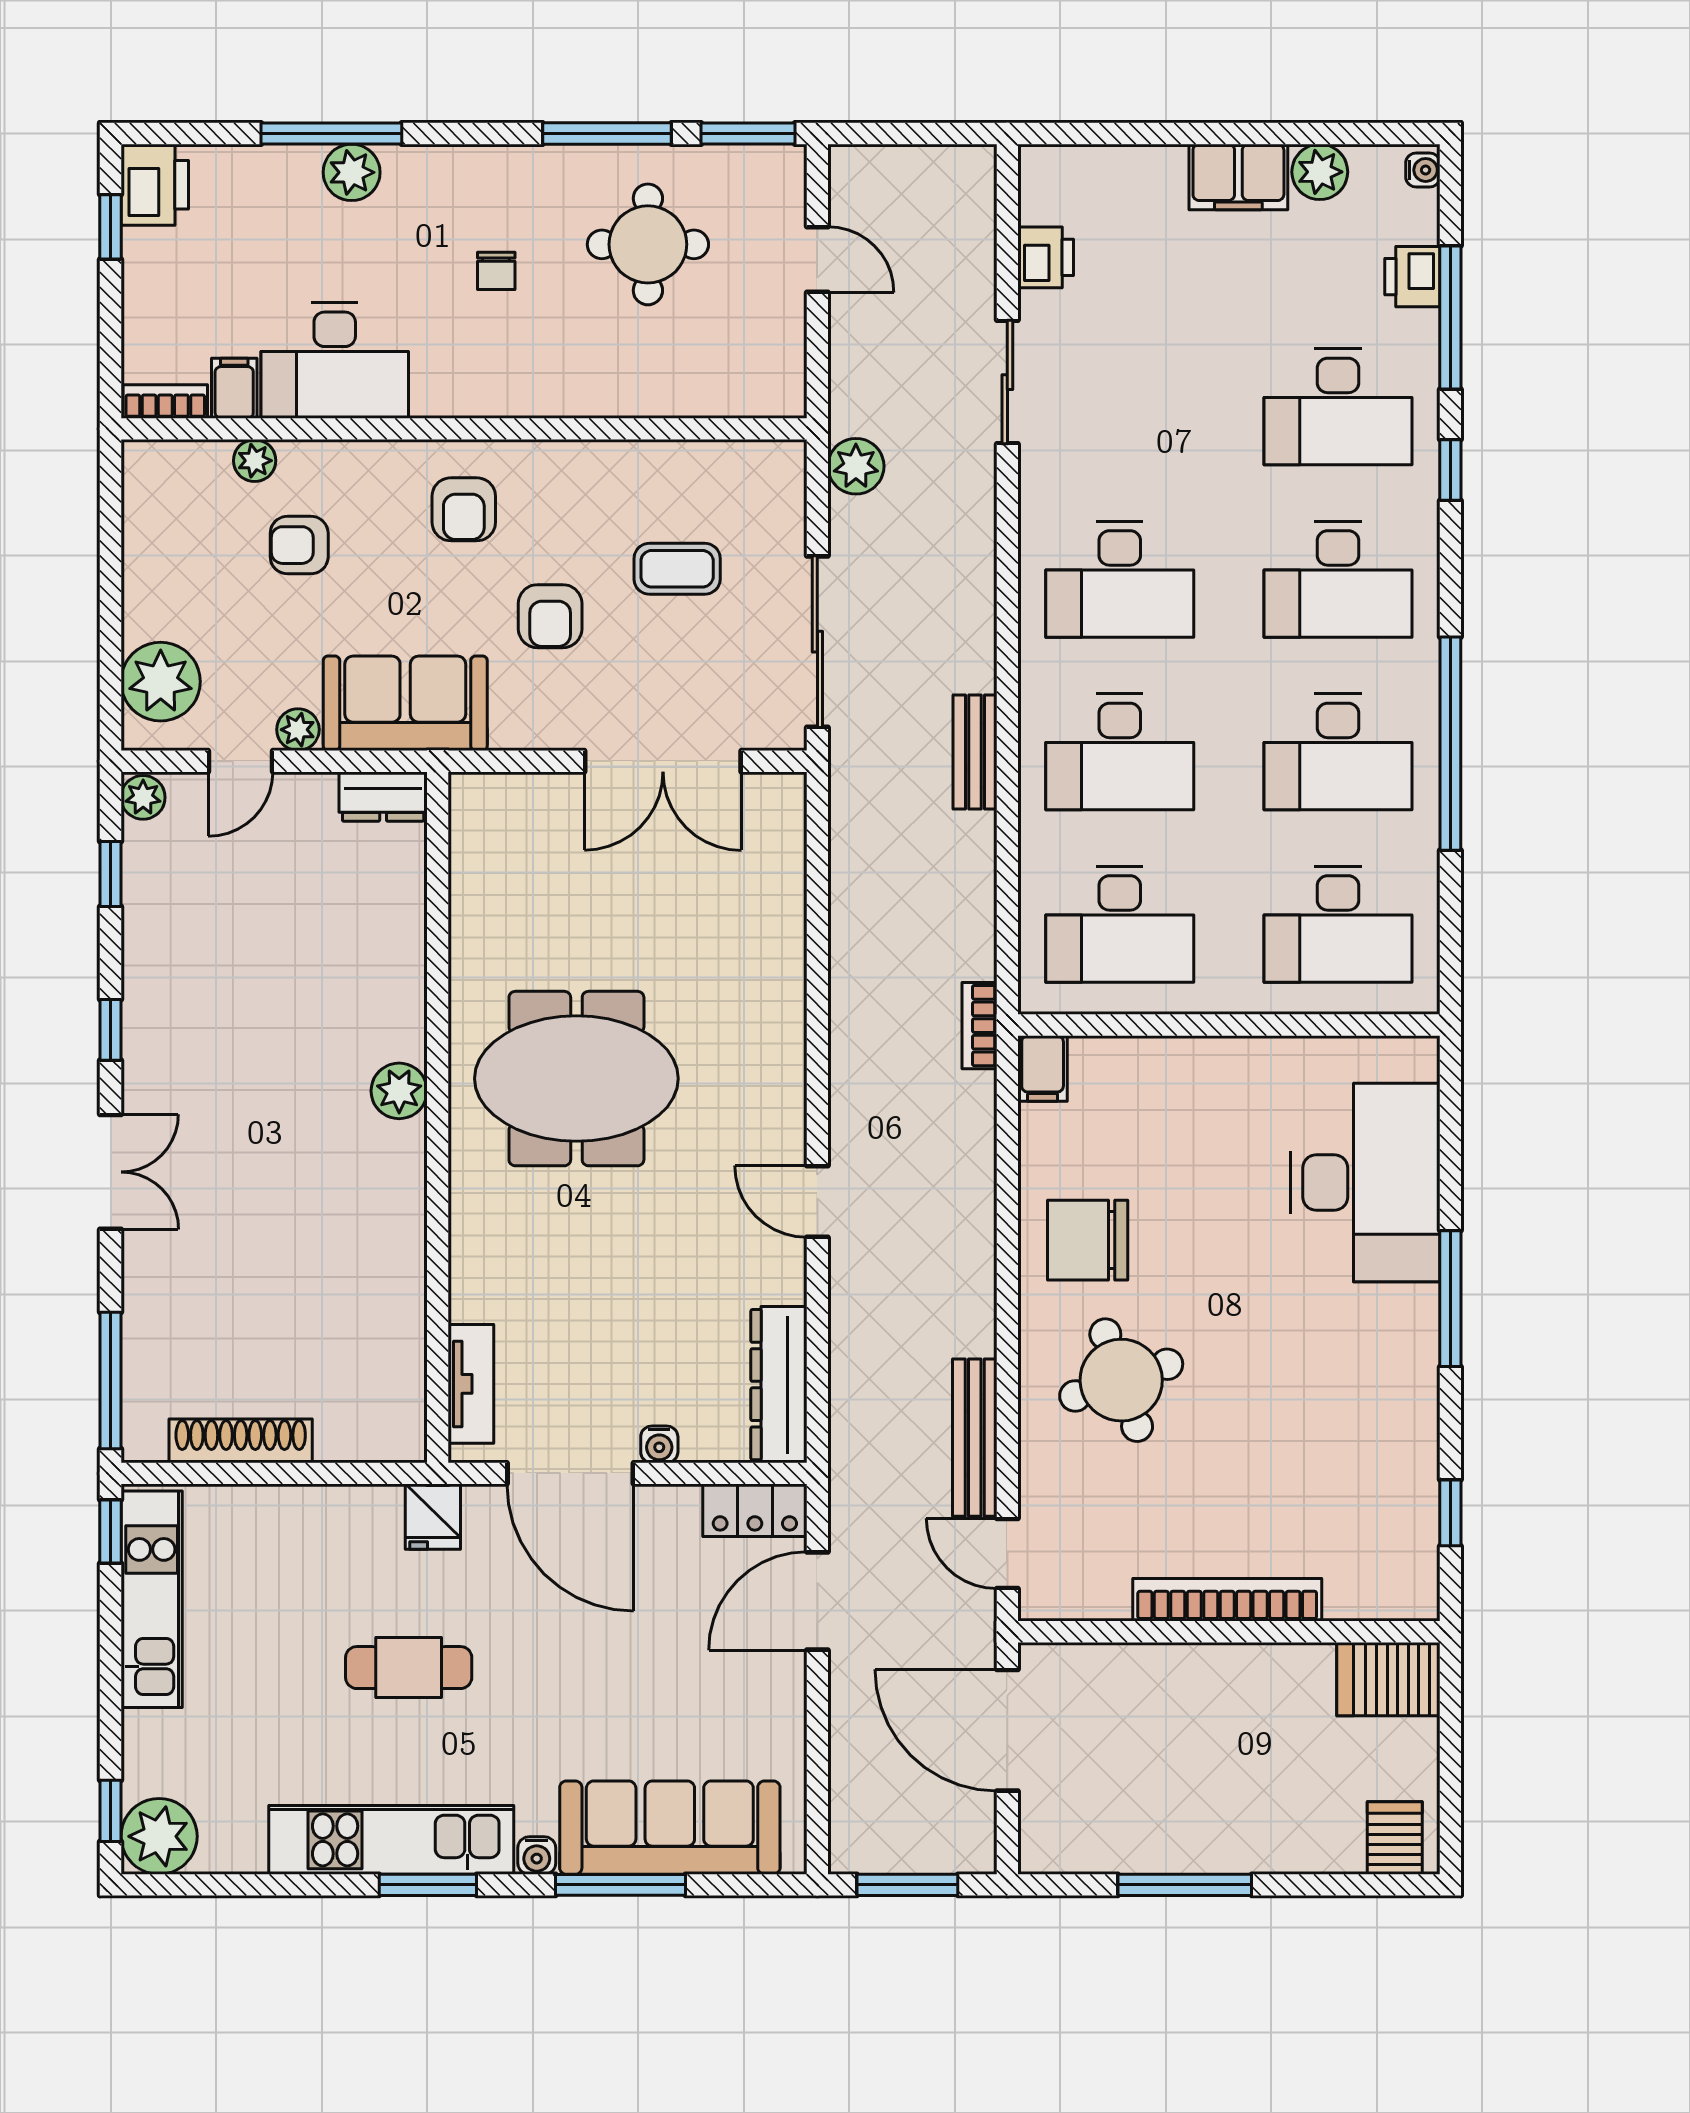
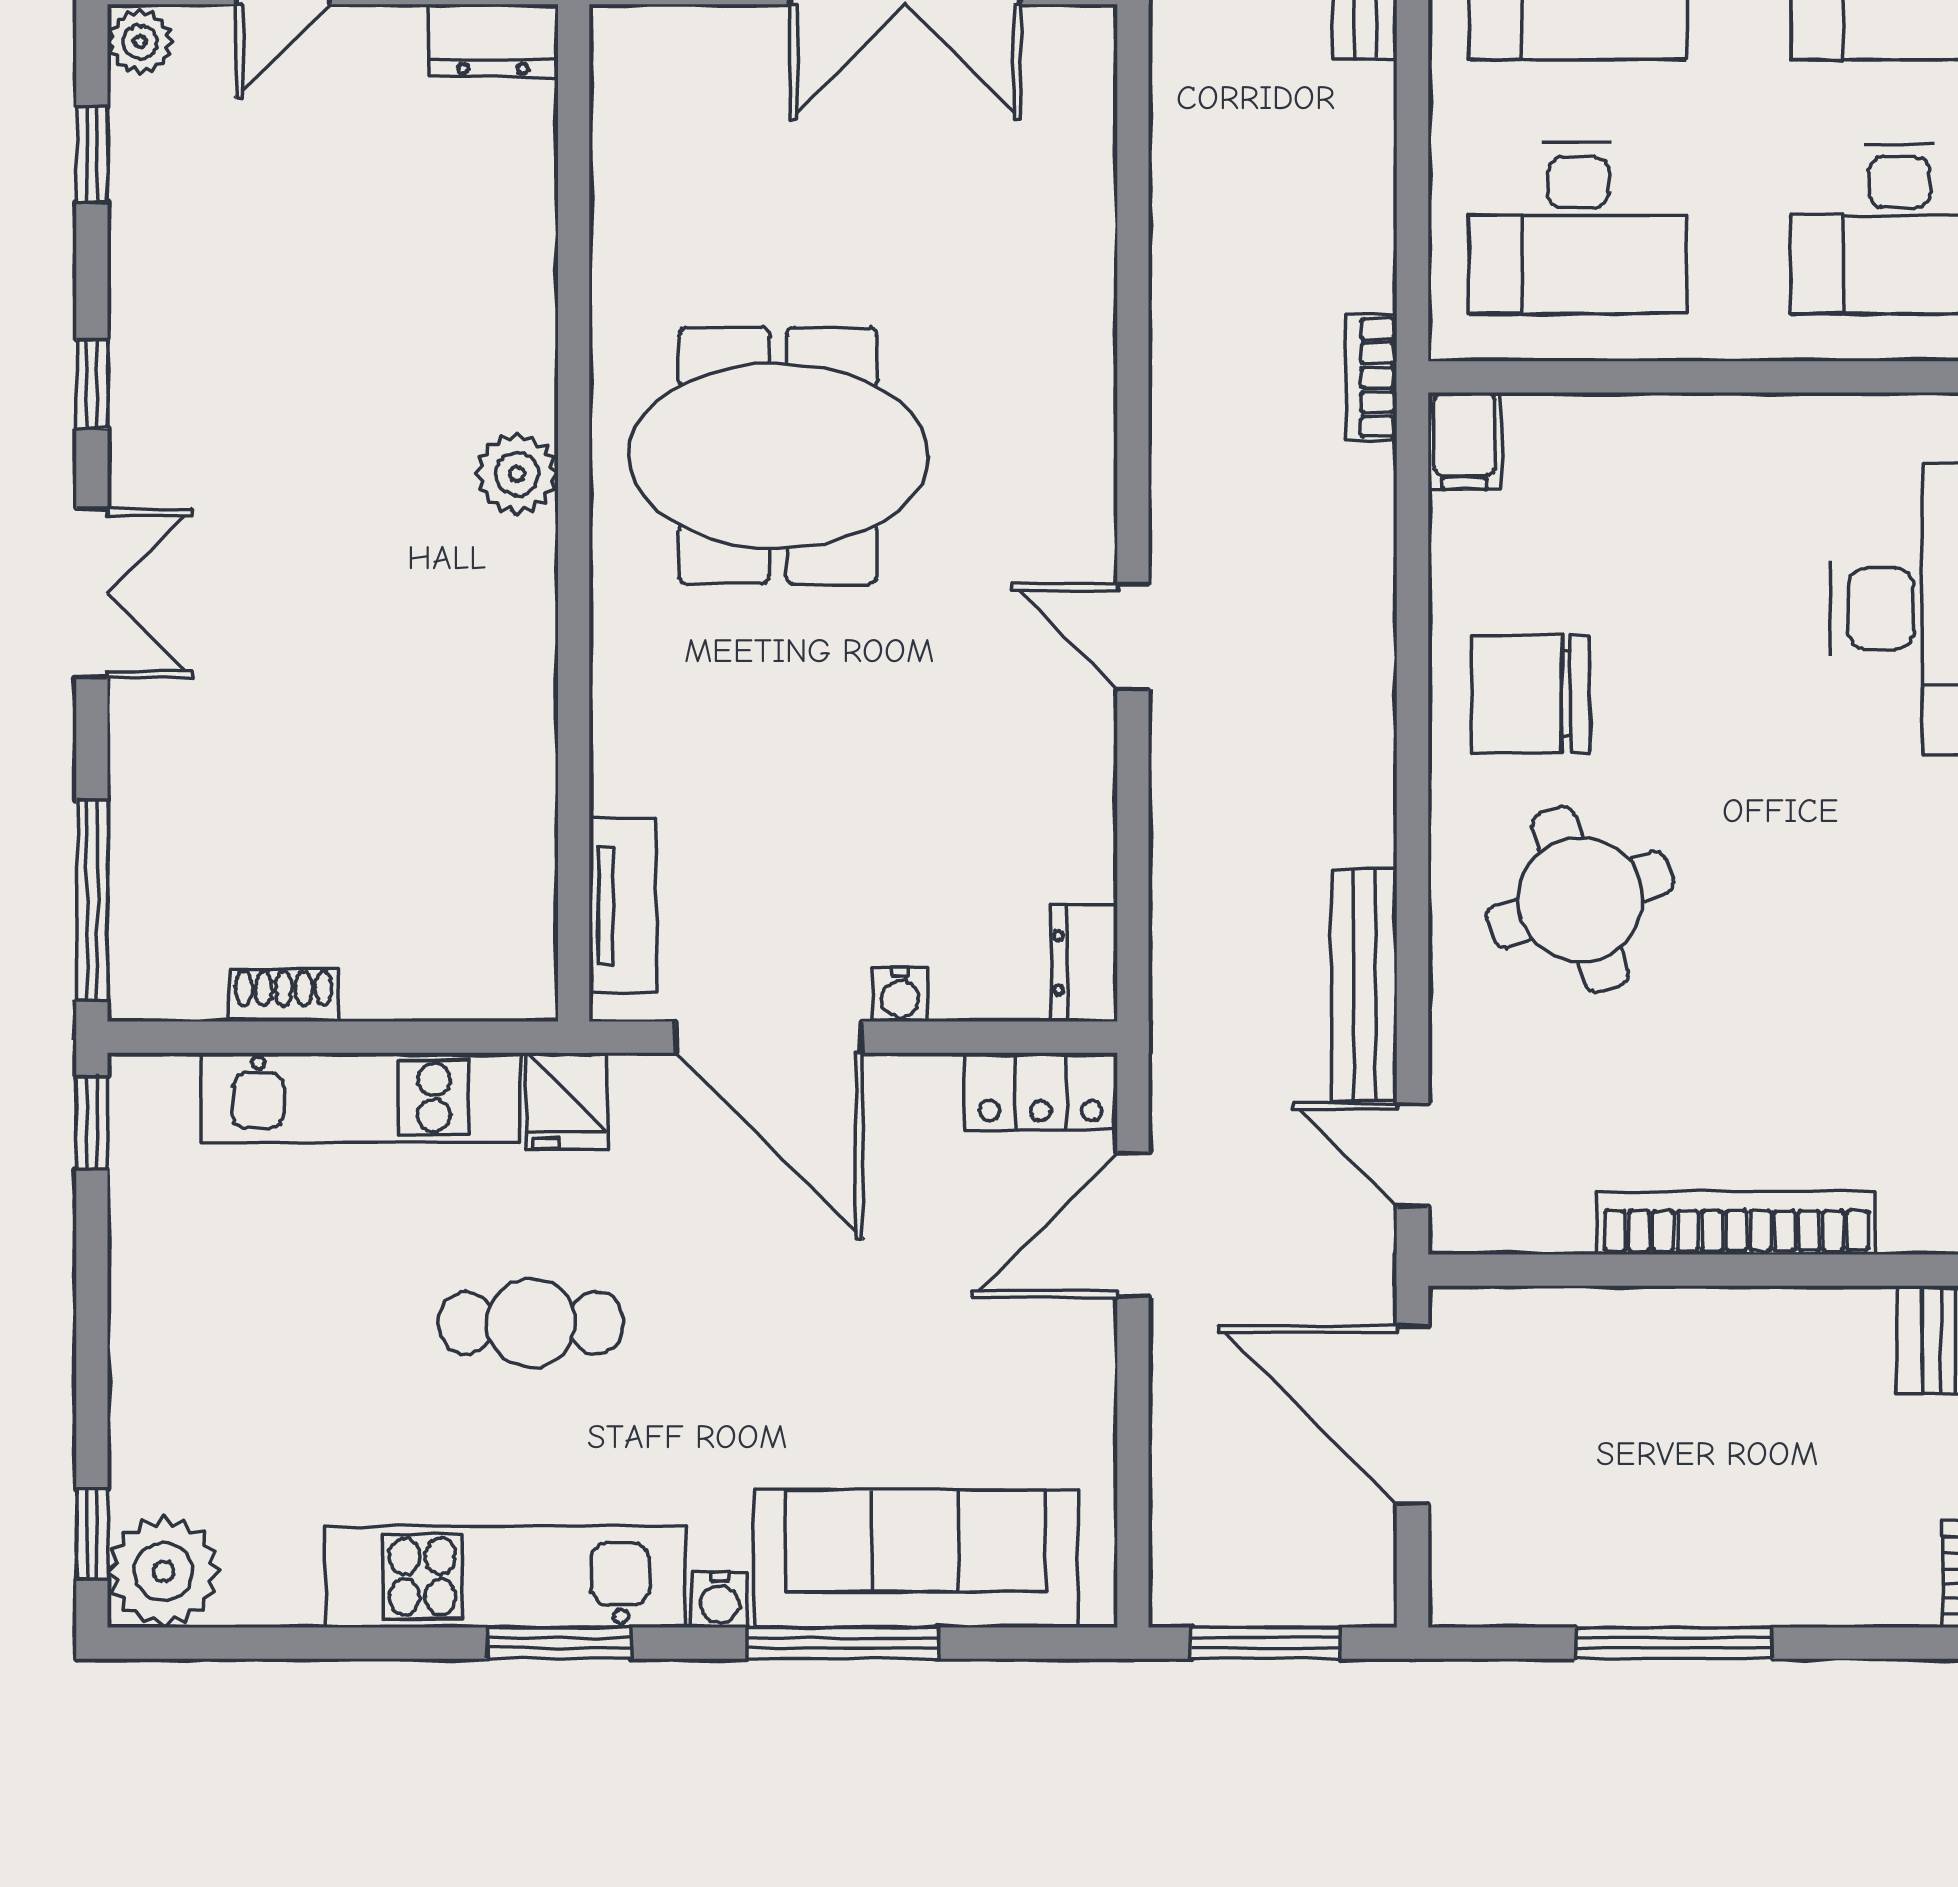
dresser: (779, 1385) -> (1084, 963), width x0.51, depth x0.80
shoe rack: (241, 1441) -> (284, 995), width x0.51, depth x0.81
kitchen unit: (152, 1599) -> (360, 1098), moved, turned 90

